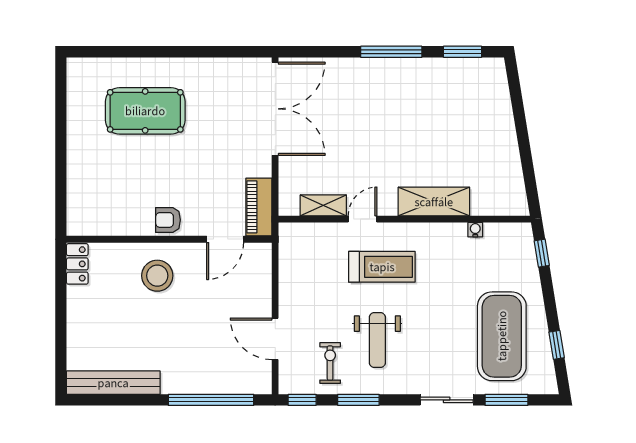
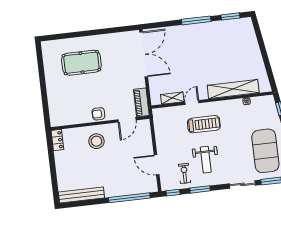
shelving: (434, 202) -> (233, 89), width x1.47

